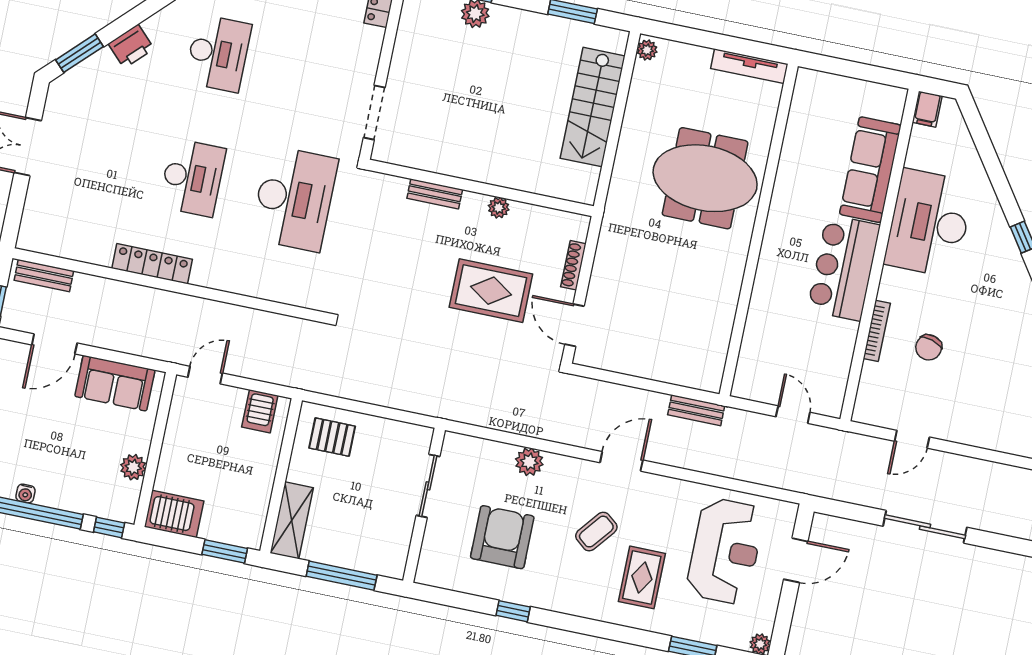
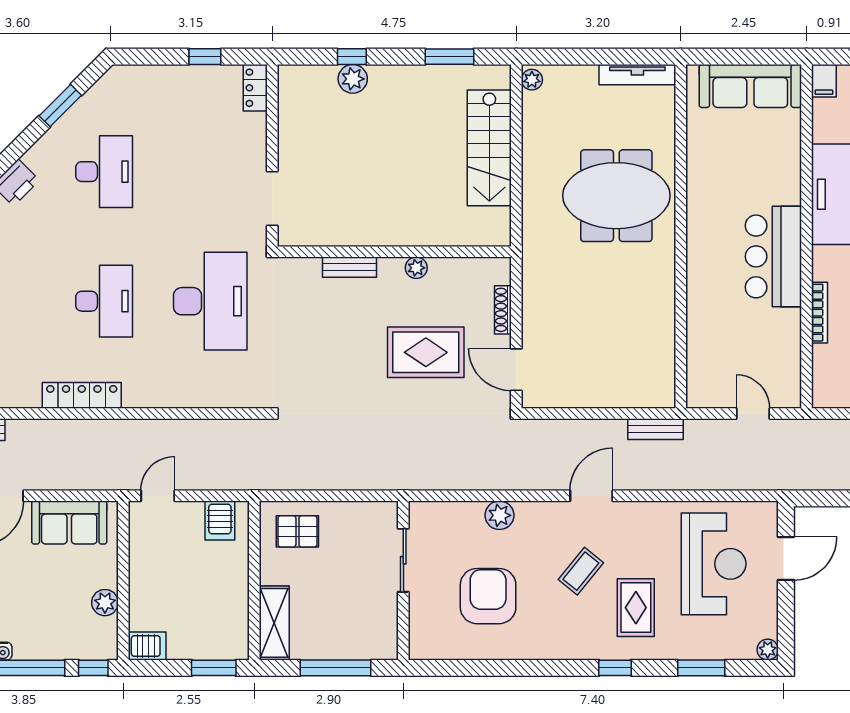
sofa: (870, 170) -> (750, 86), moved, turned -90
server rack: (174, 514) -> (147, 646), width x0.73, depth x0.70
window: (513, 611) -> (615, 668), moved

